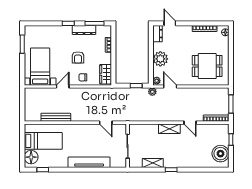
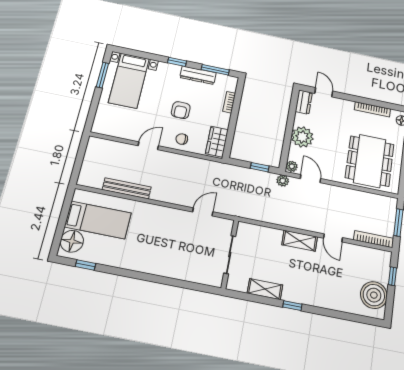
dining table: (207, 66) -> (370, 161), width x1.38
bed with nightstands: (40, 67) -> (129, 81), moved, turned 180
door: (106, 123) -> (203, 212), swing flipped
tv unit: (89, 162) -> (163, 268), removed

